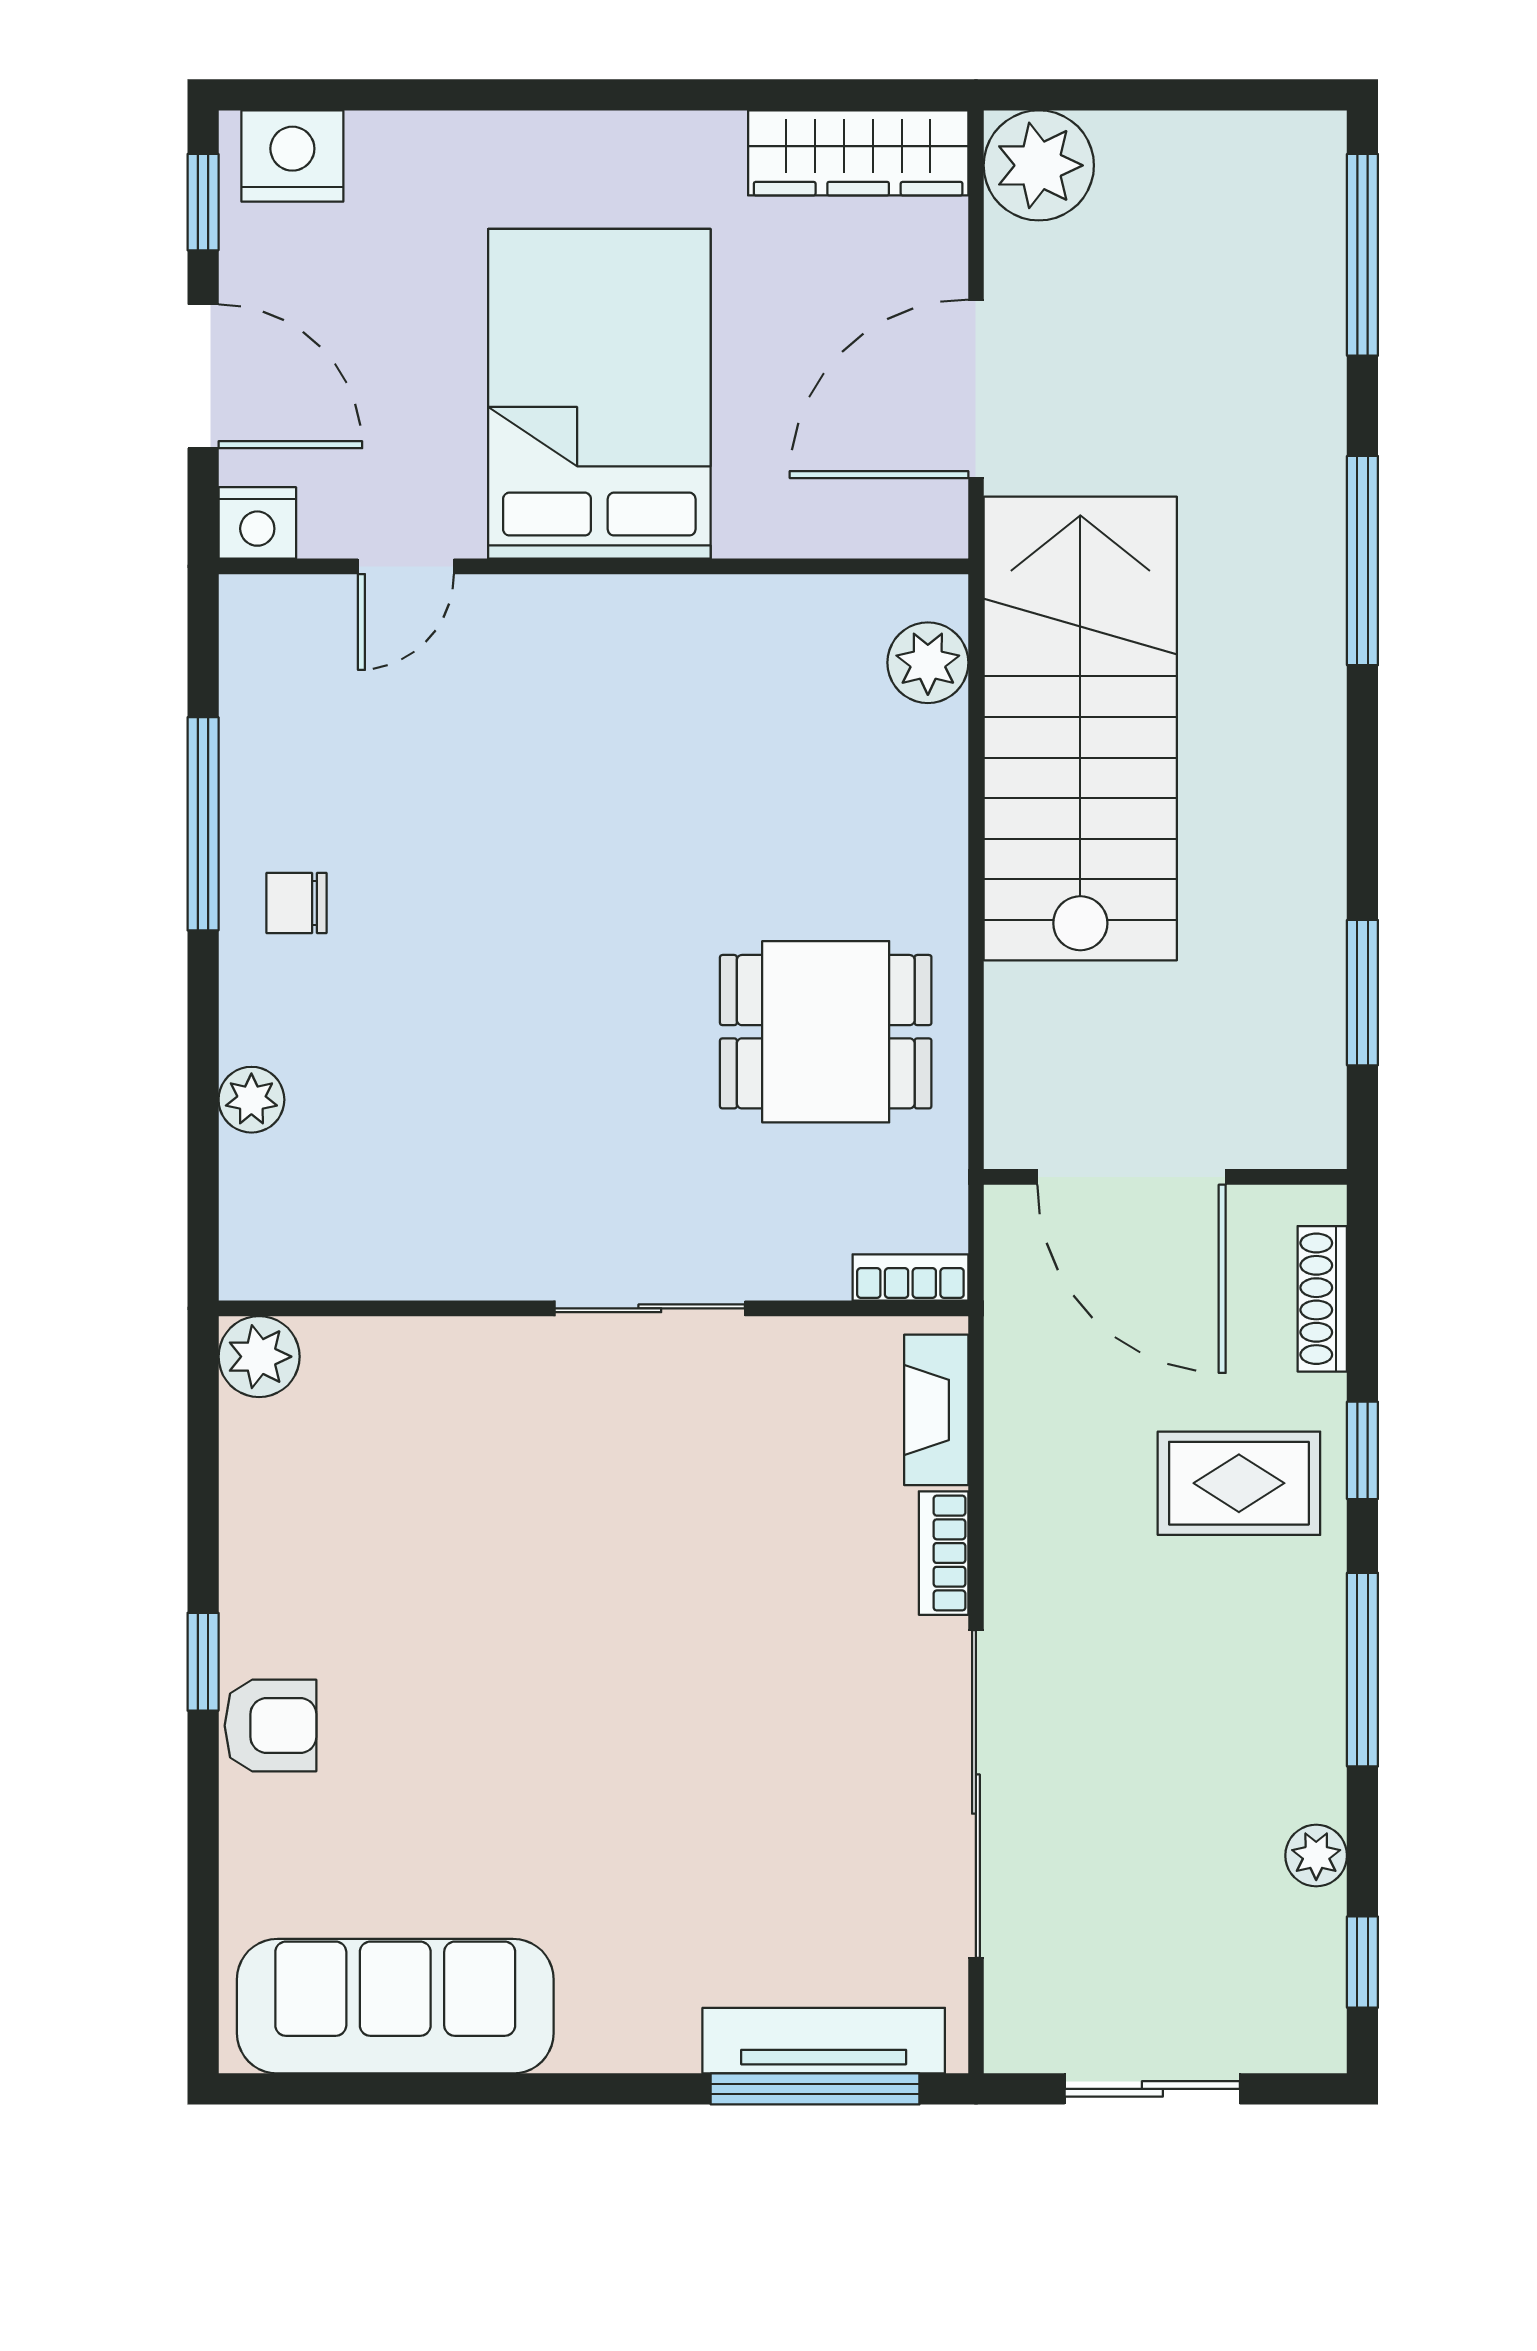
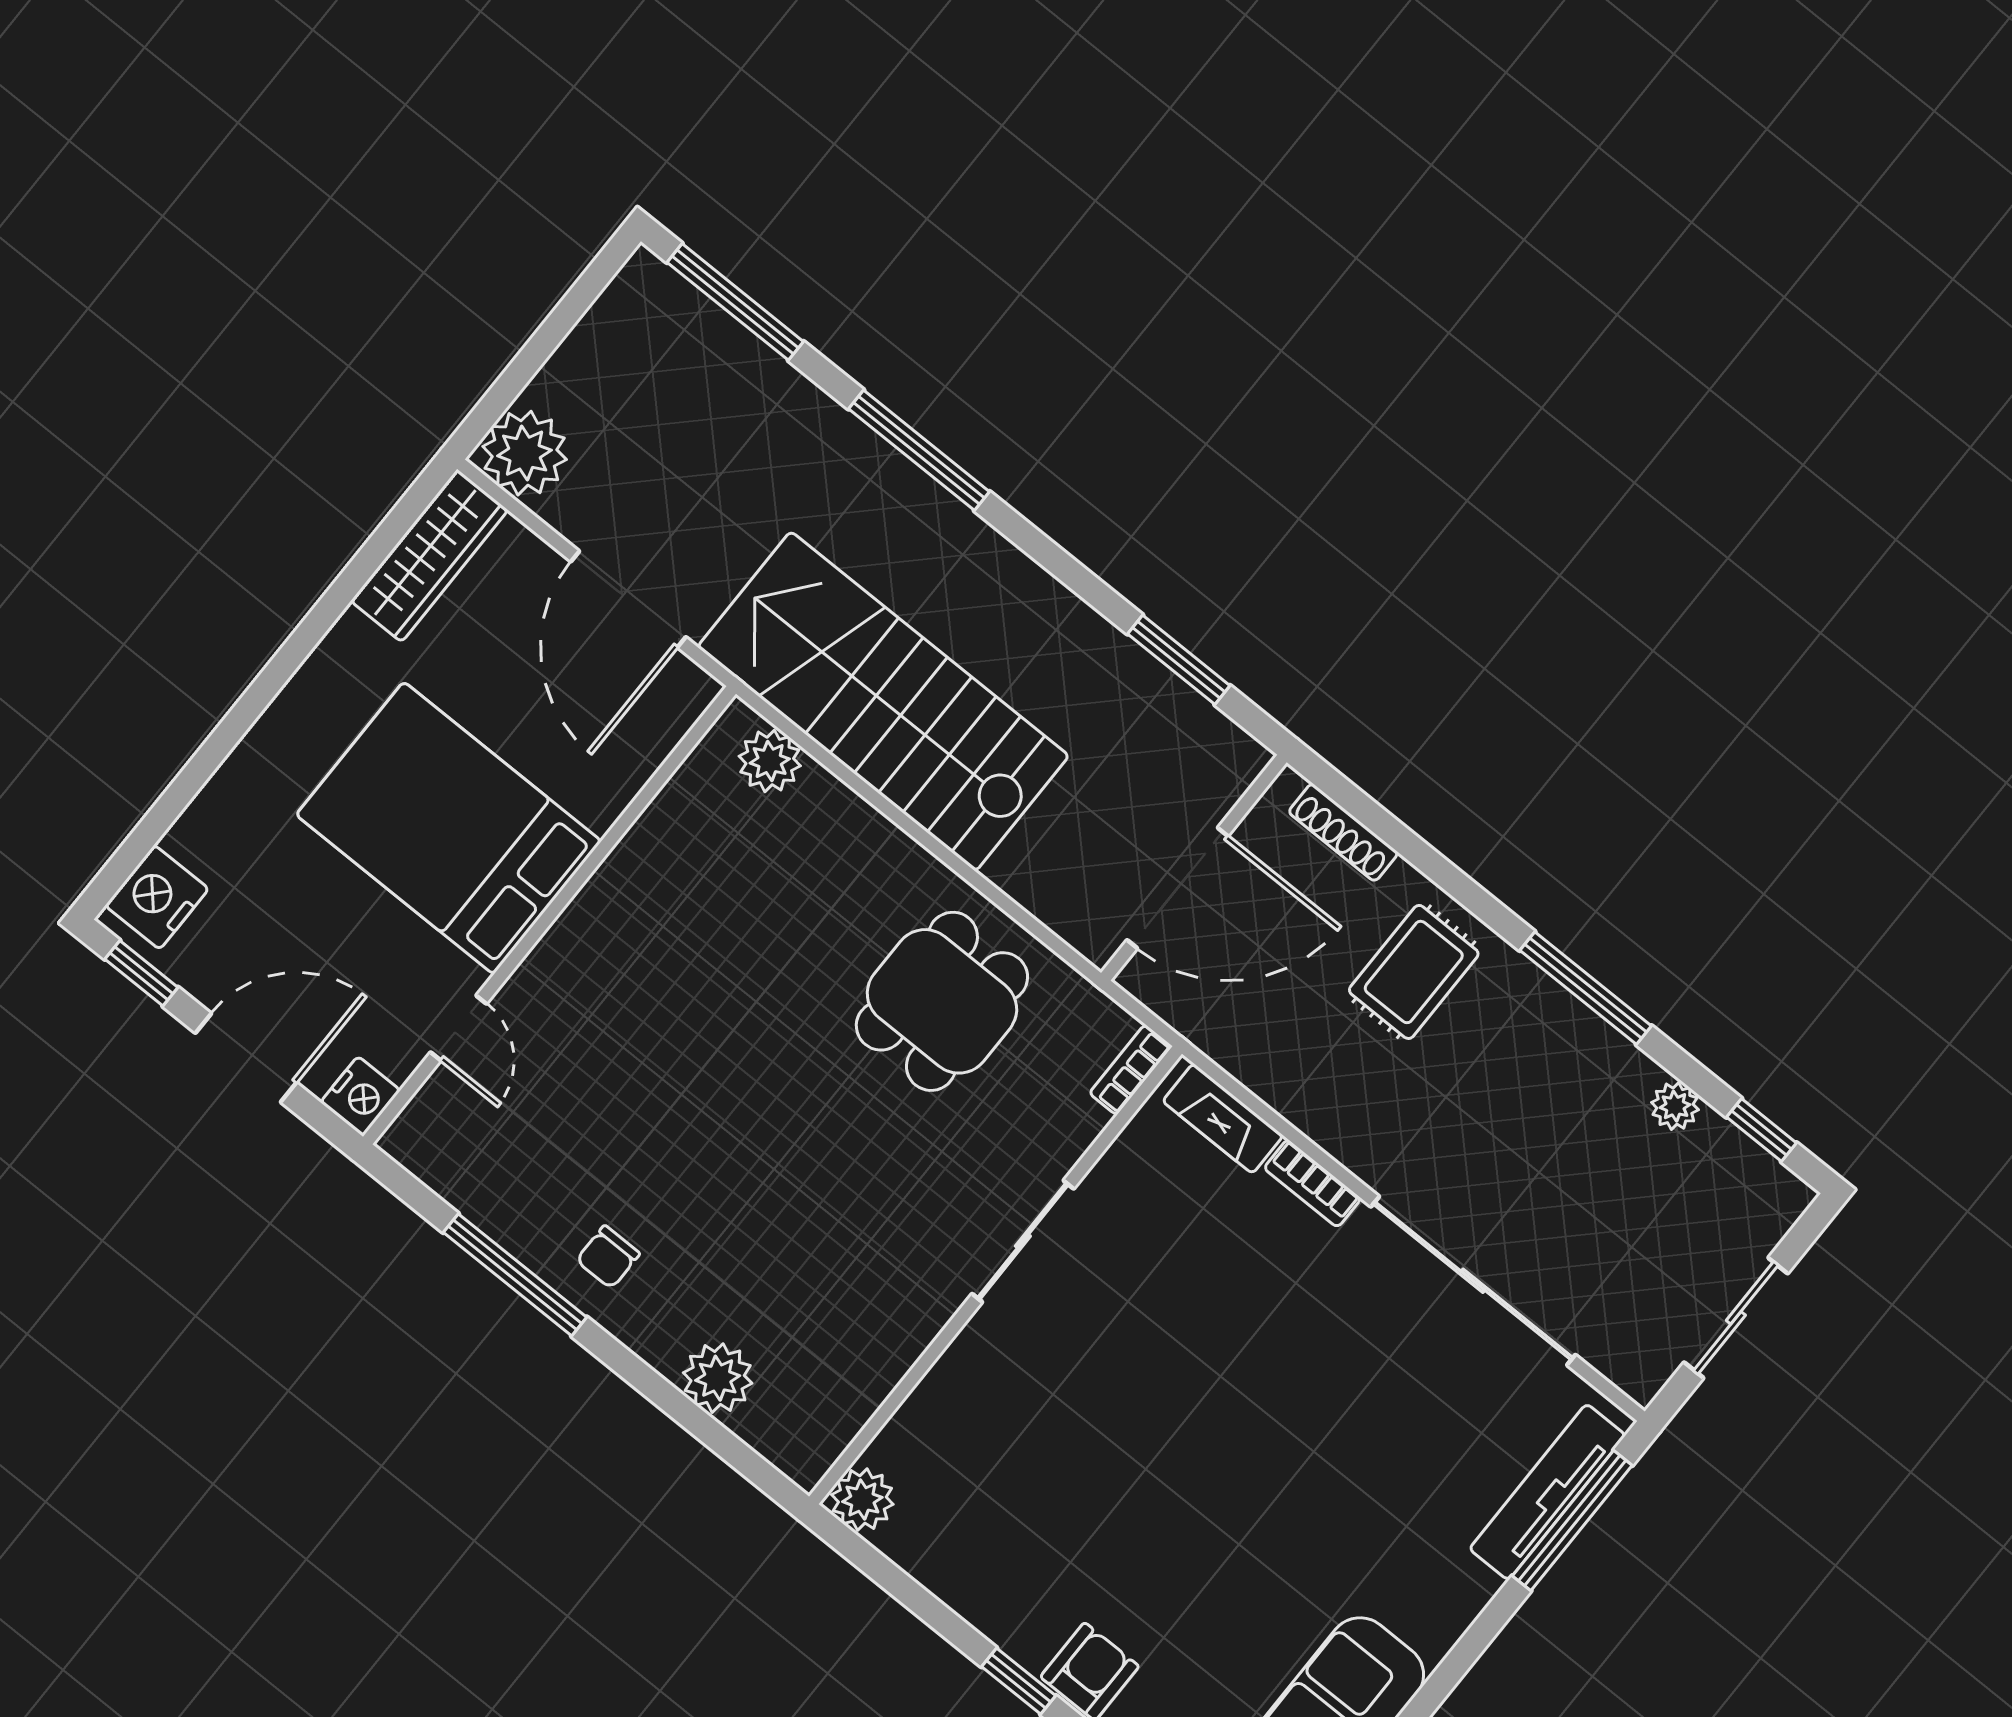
plant: (251, 1100) -> (718, 1378), width x1.38, depth x1.38
window: (1362, 1450) -> (1454, 882), removed

